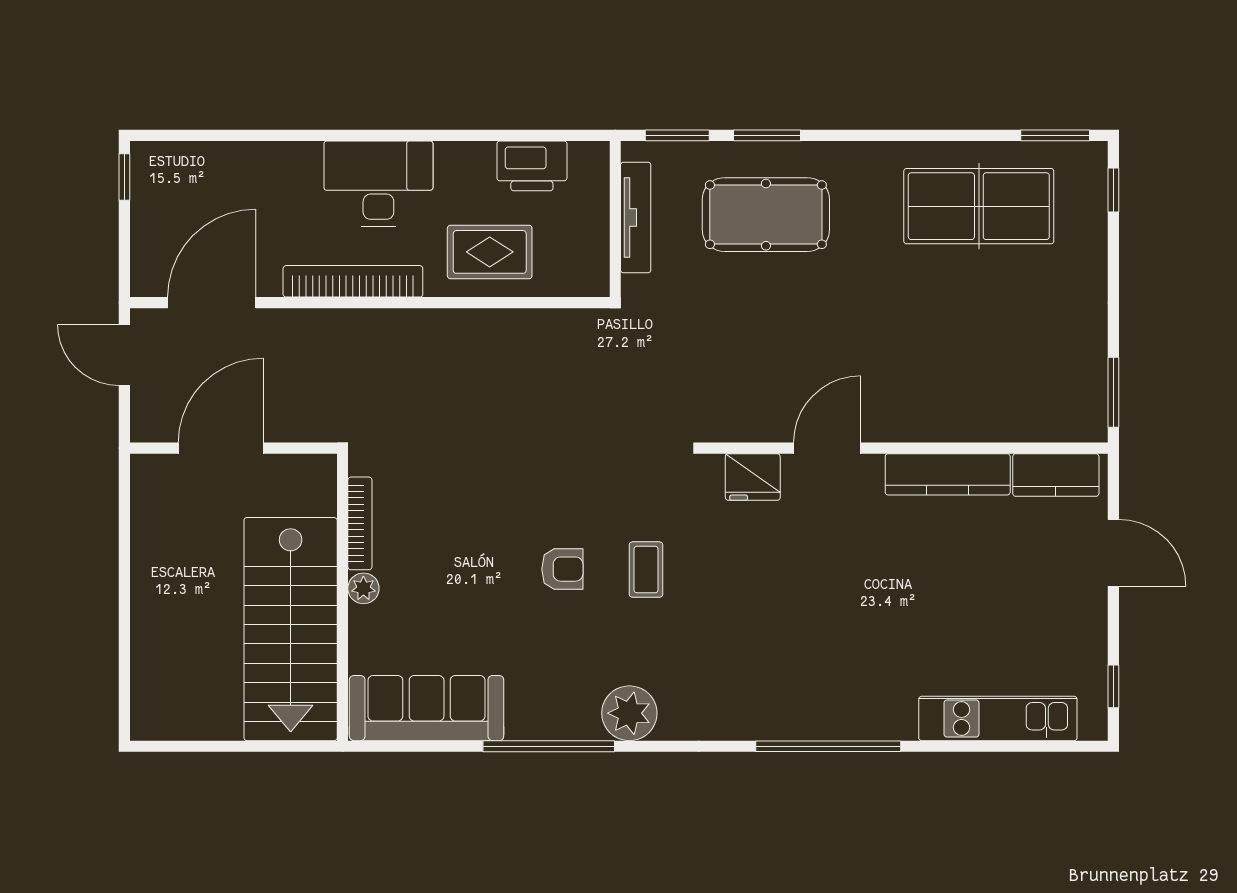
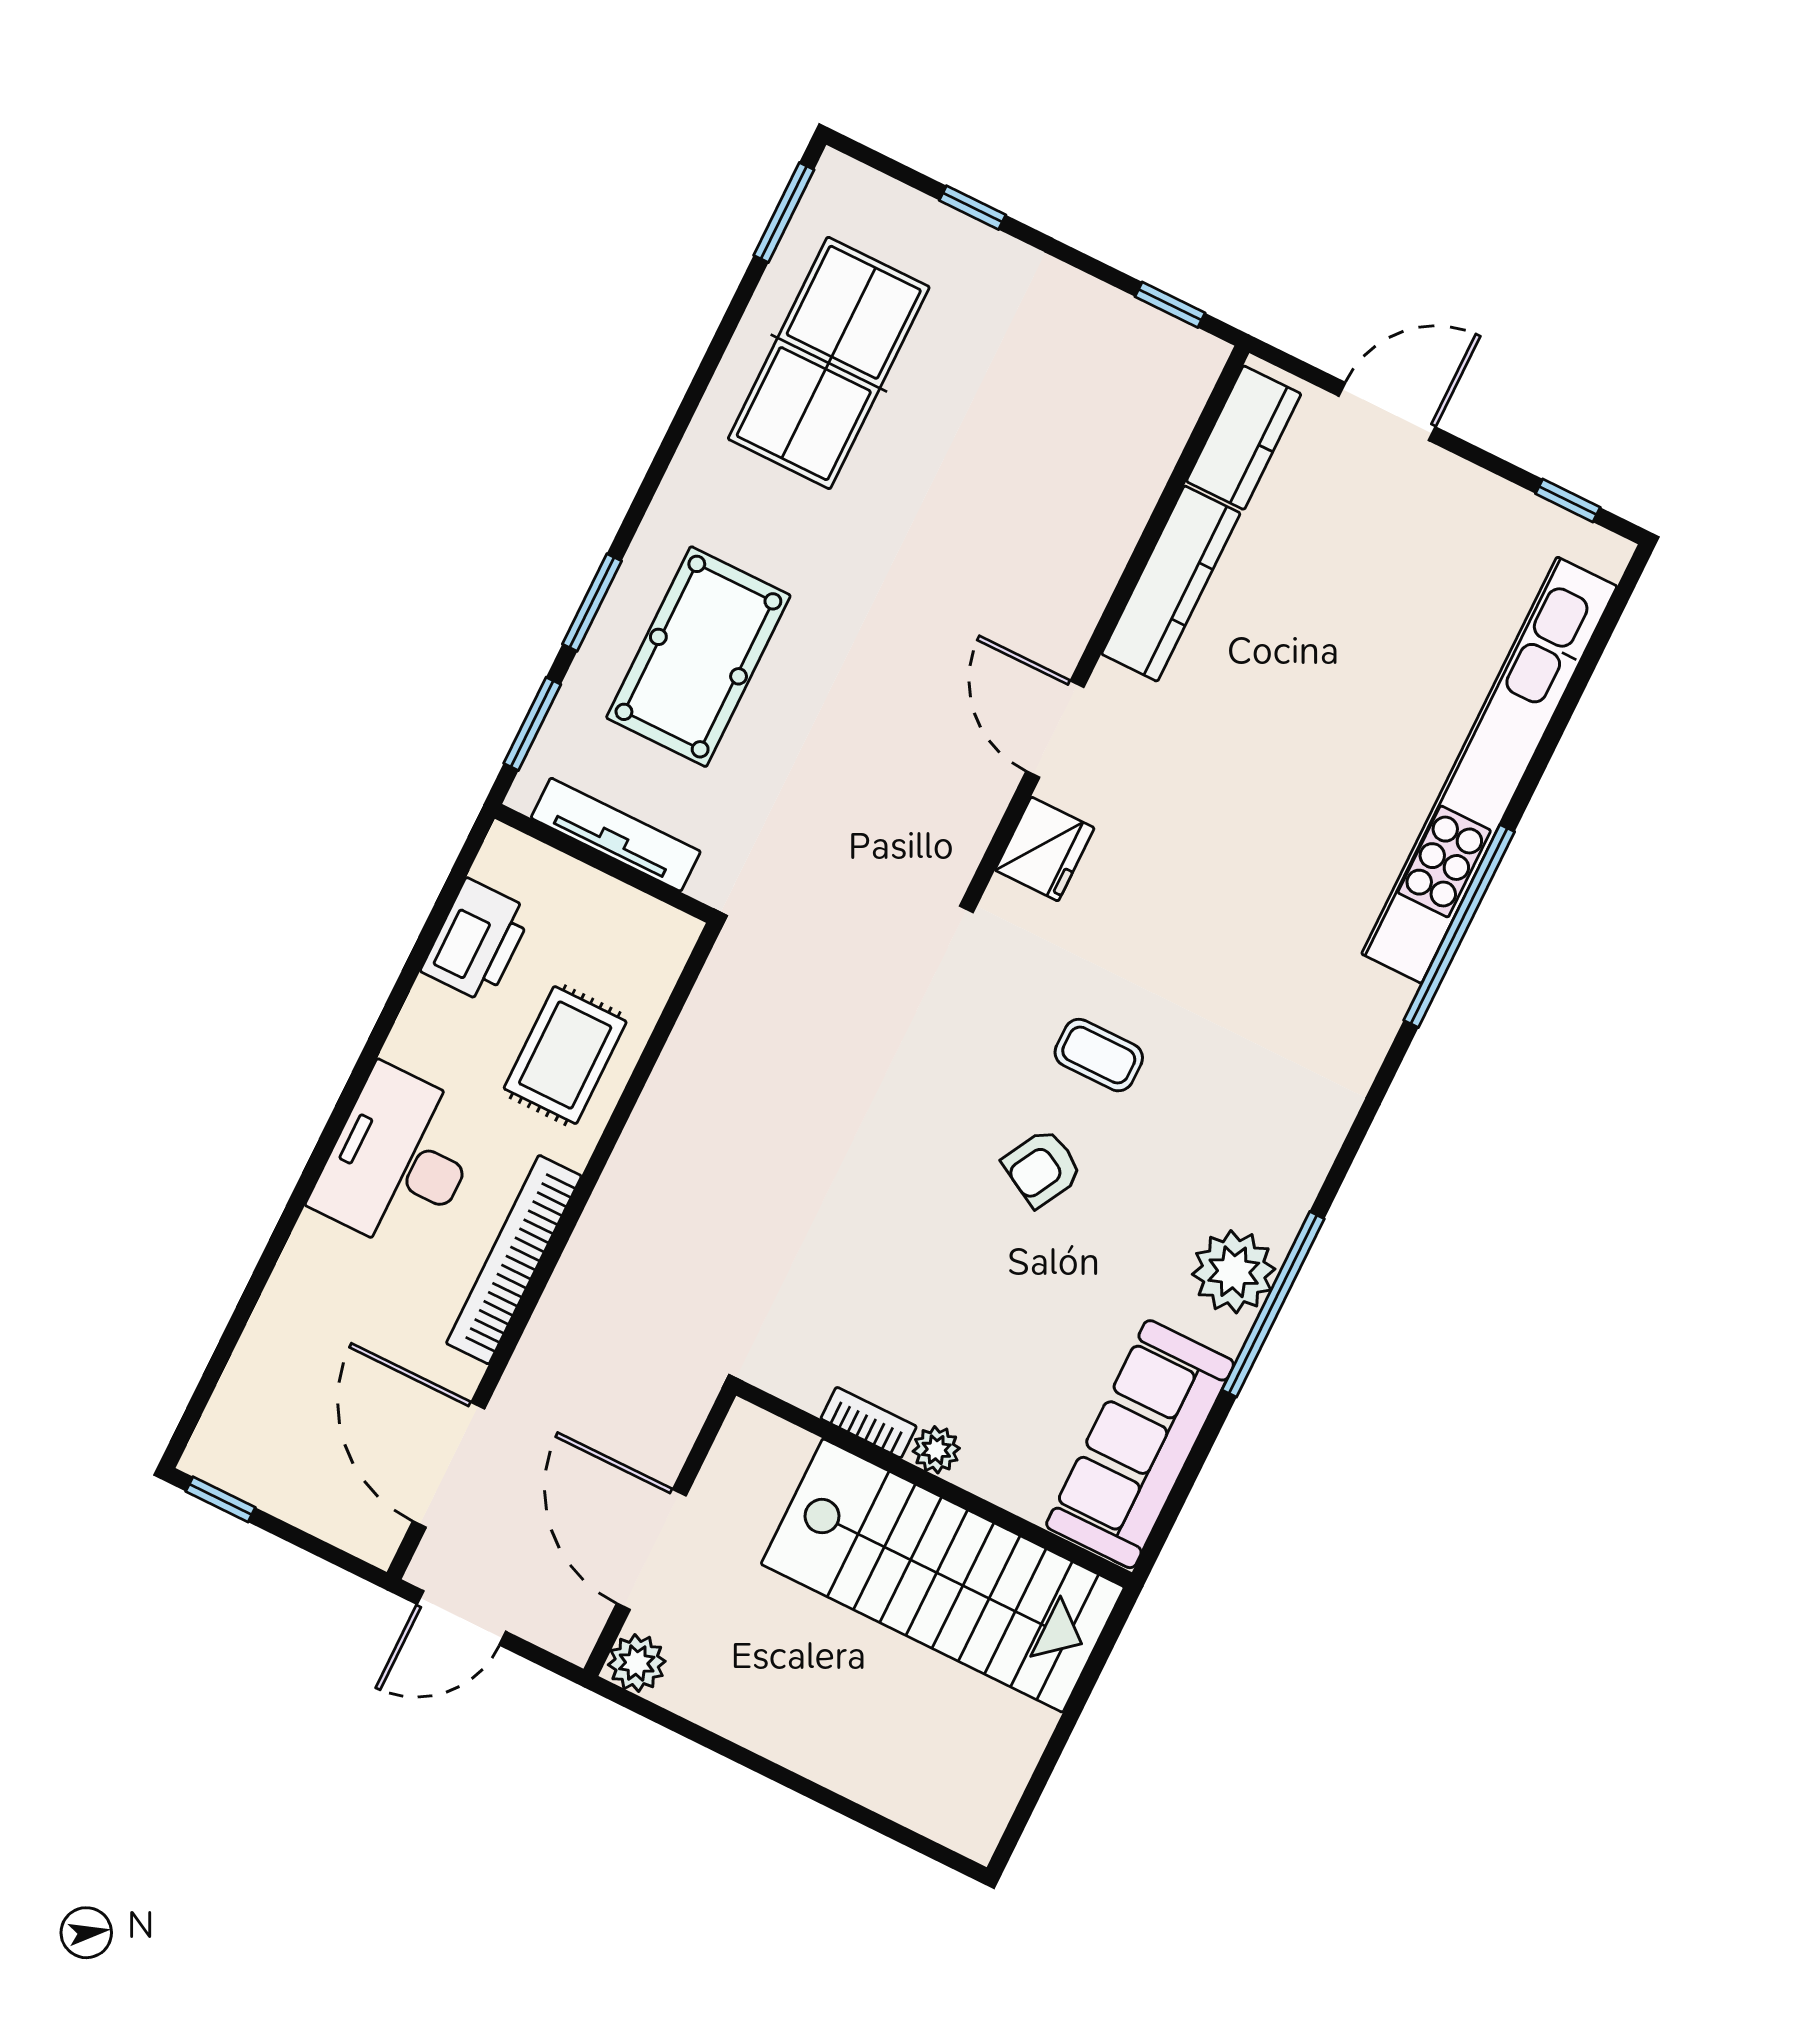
window: (1113, 190) -> (973, 208), moved
window: (1113, 392) -> (1170, 305), width x0.67
plant: (149, 473) -> (637, 1663), added
bookcase: (360, 523) -> (869, 1423), width x0.64
armchair: (562, 569) -> (1042, 1168), turned -151
plant: (629, 713) -> (1234, 1272), moved
kitchen unit: (998, 718) -> (1489, 770), width x1.86

